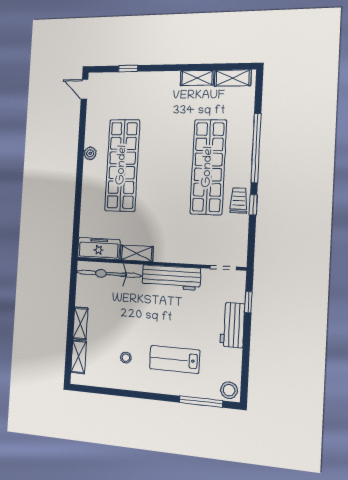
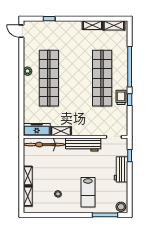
lab bench: (175, 359) -> (88, 192), turned -90

